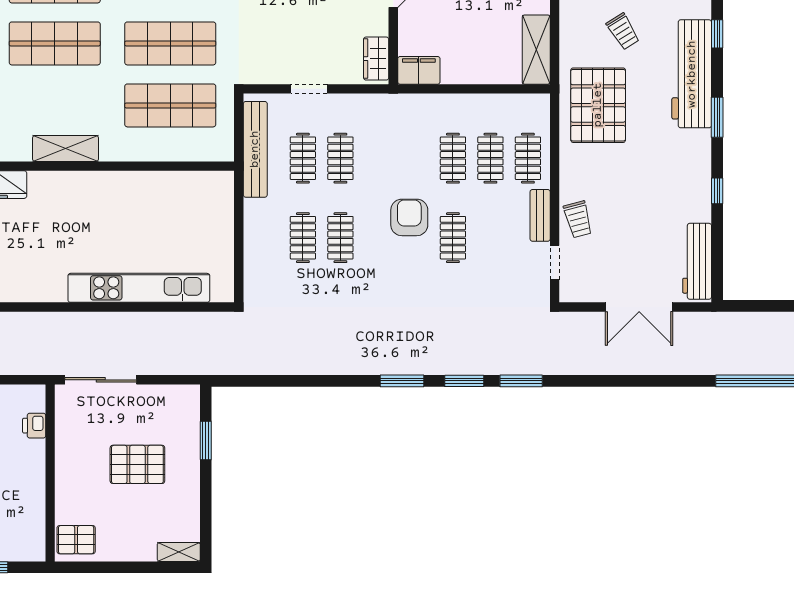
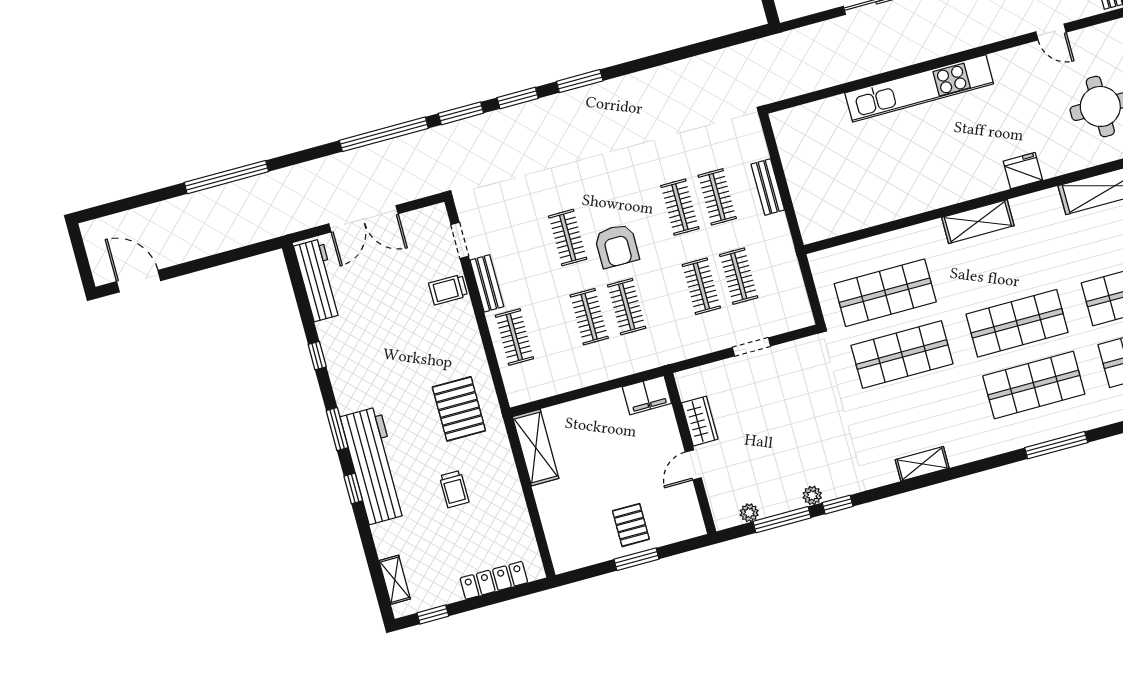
trolley: (623, 31) -> (454, 489), turned -148
window: (717, 34) -> (353, 488), moved
wardrobe: (376, 59) -> (700, 421), moved
pallet: (598, 105) -> (459, 409), width x0.73, depth x0.71
bench: (255, 149) -> (768, 187), moved, width x0.54, depth x0.82
clothes rail: (490, 158) -> (627, 307), moved
trolley: (578, 219) -> (448, 290), turned -75
kitchen unit: (139, 288) -> (919, 88), moved
double door: (639, 307) -> (363, 219), swing flipped
window: (599, 381) -> (384, 134), added

